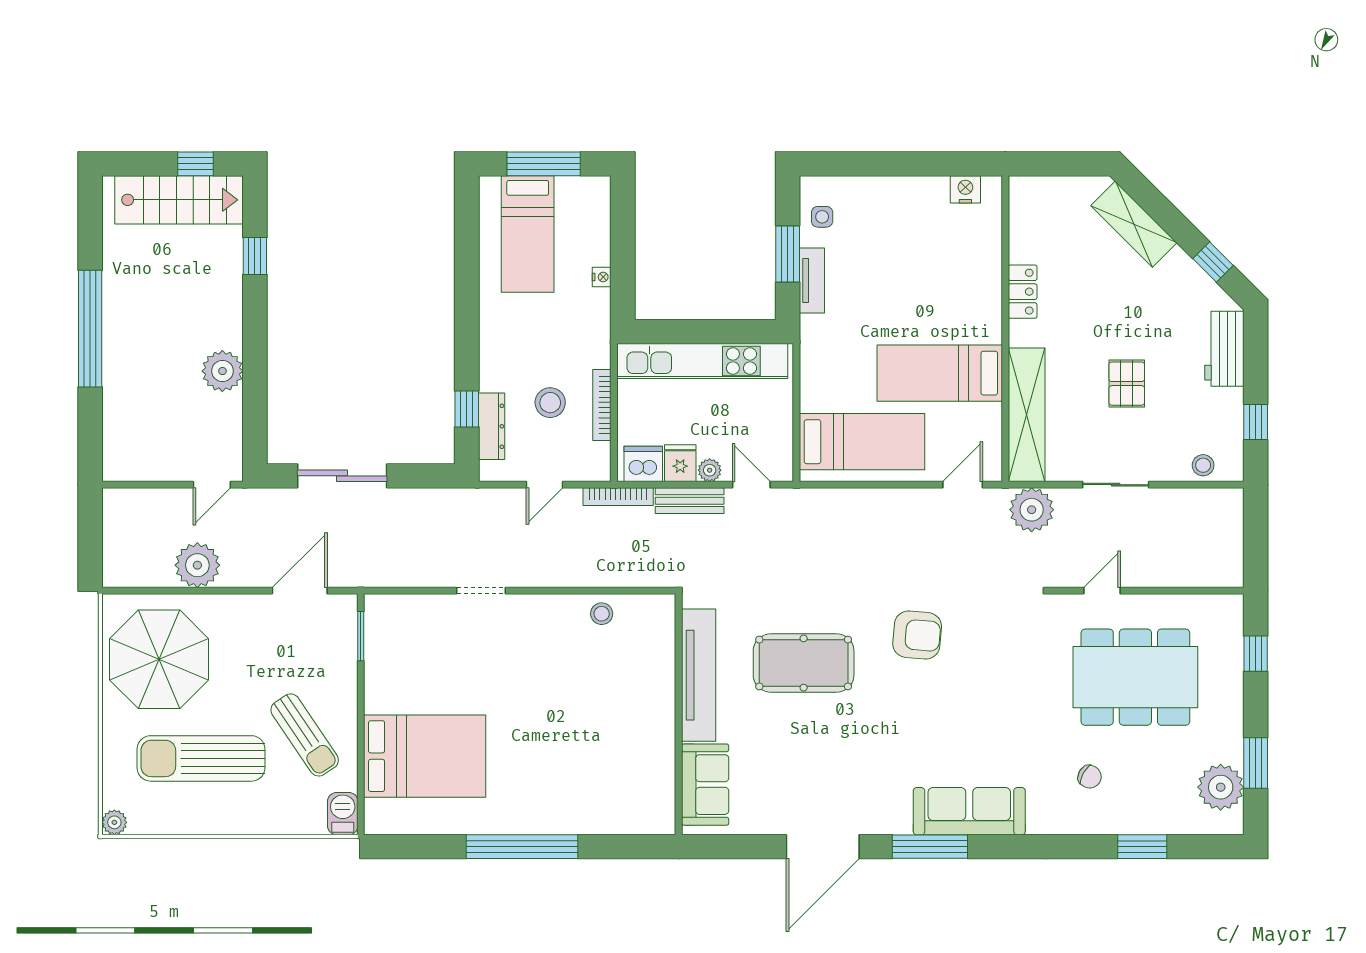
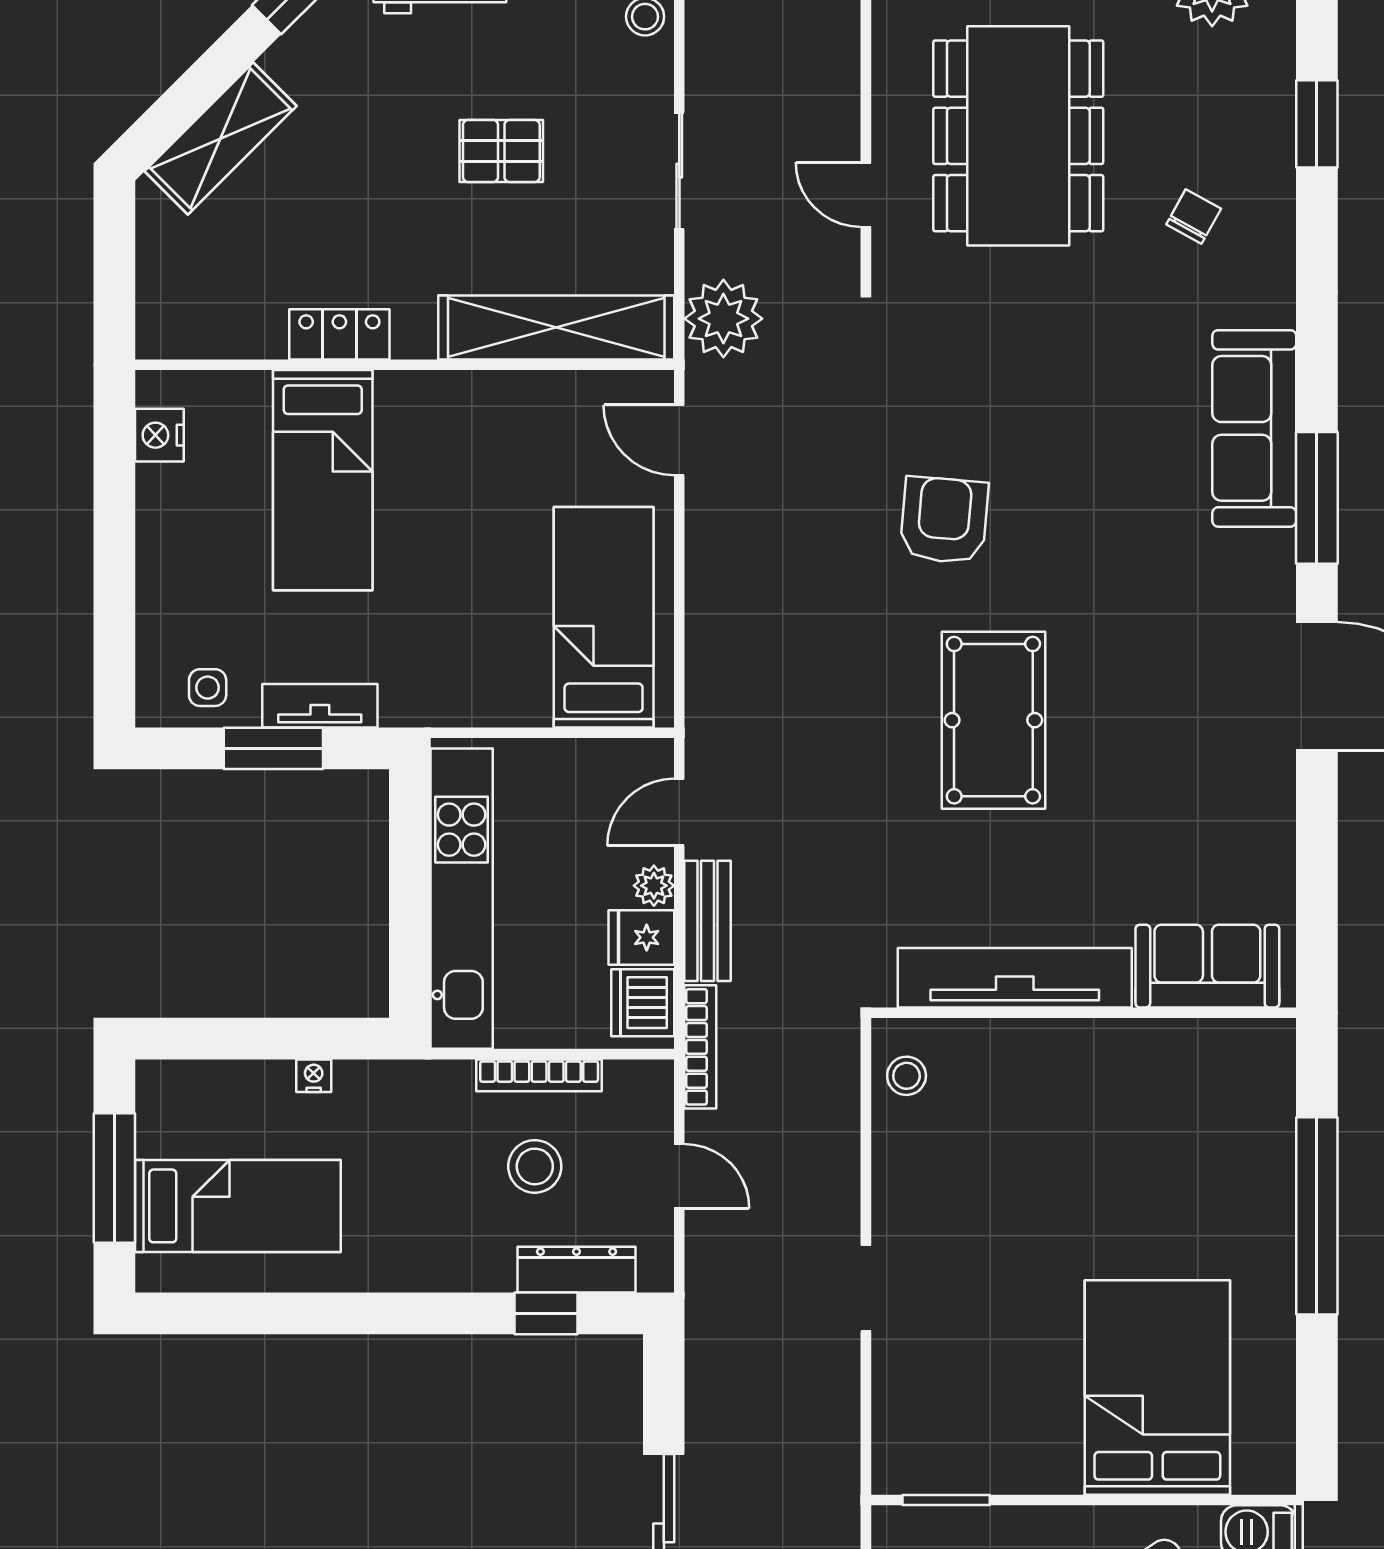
bed: (940, 373) -> (323, 480), moved
tv unit: (699, 675) -> (1015, 978), moved
wall: (679, 714) -> (1084, 1013), moved
sofa: (705, 785) -> (1207, 966), moved

